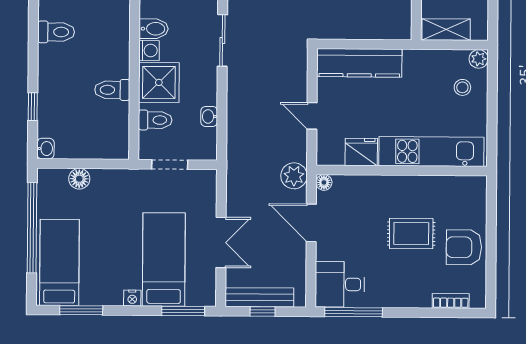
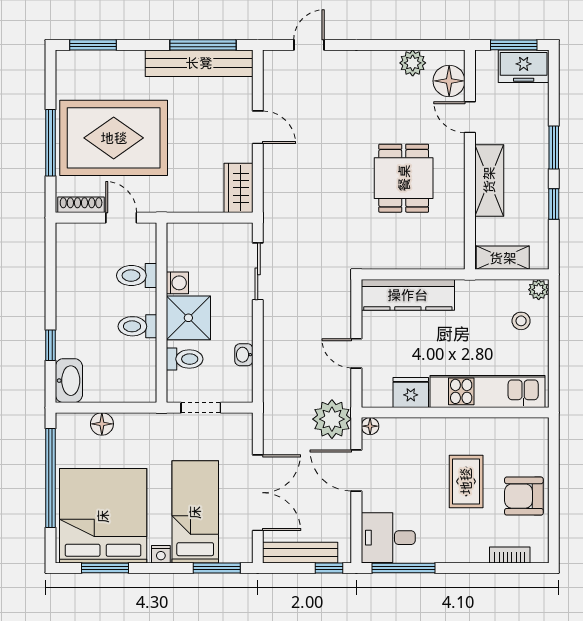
bidet: (154, 29) -> (182, 259), removed
toilet: (56, 32) -> (137, 276), moved, turned 180
washbasin: (46, 149) -> (69, 381), width x1.91, depth x1.45
plant: (294, 176) -> (332, 419), width x1.36, depth x1.36
rug: (411, 234) -> (466, 481), turned 90
double door: (221, 243) -> (258, 493), width x1.37
bed: (59, 262) -> (103, 516), width x2.04
window: (263, 311) -> (329, 568), moved

